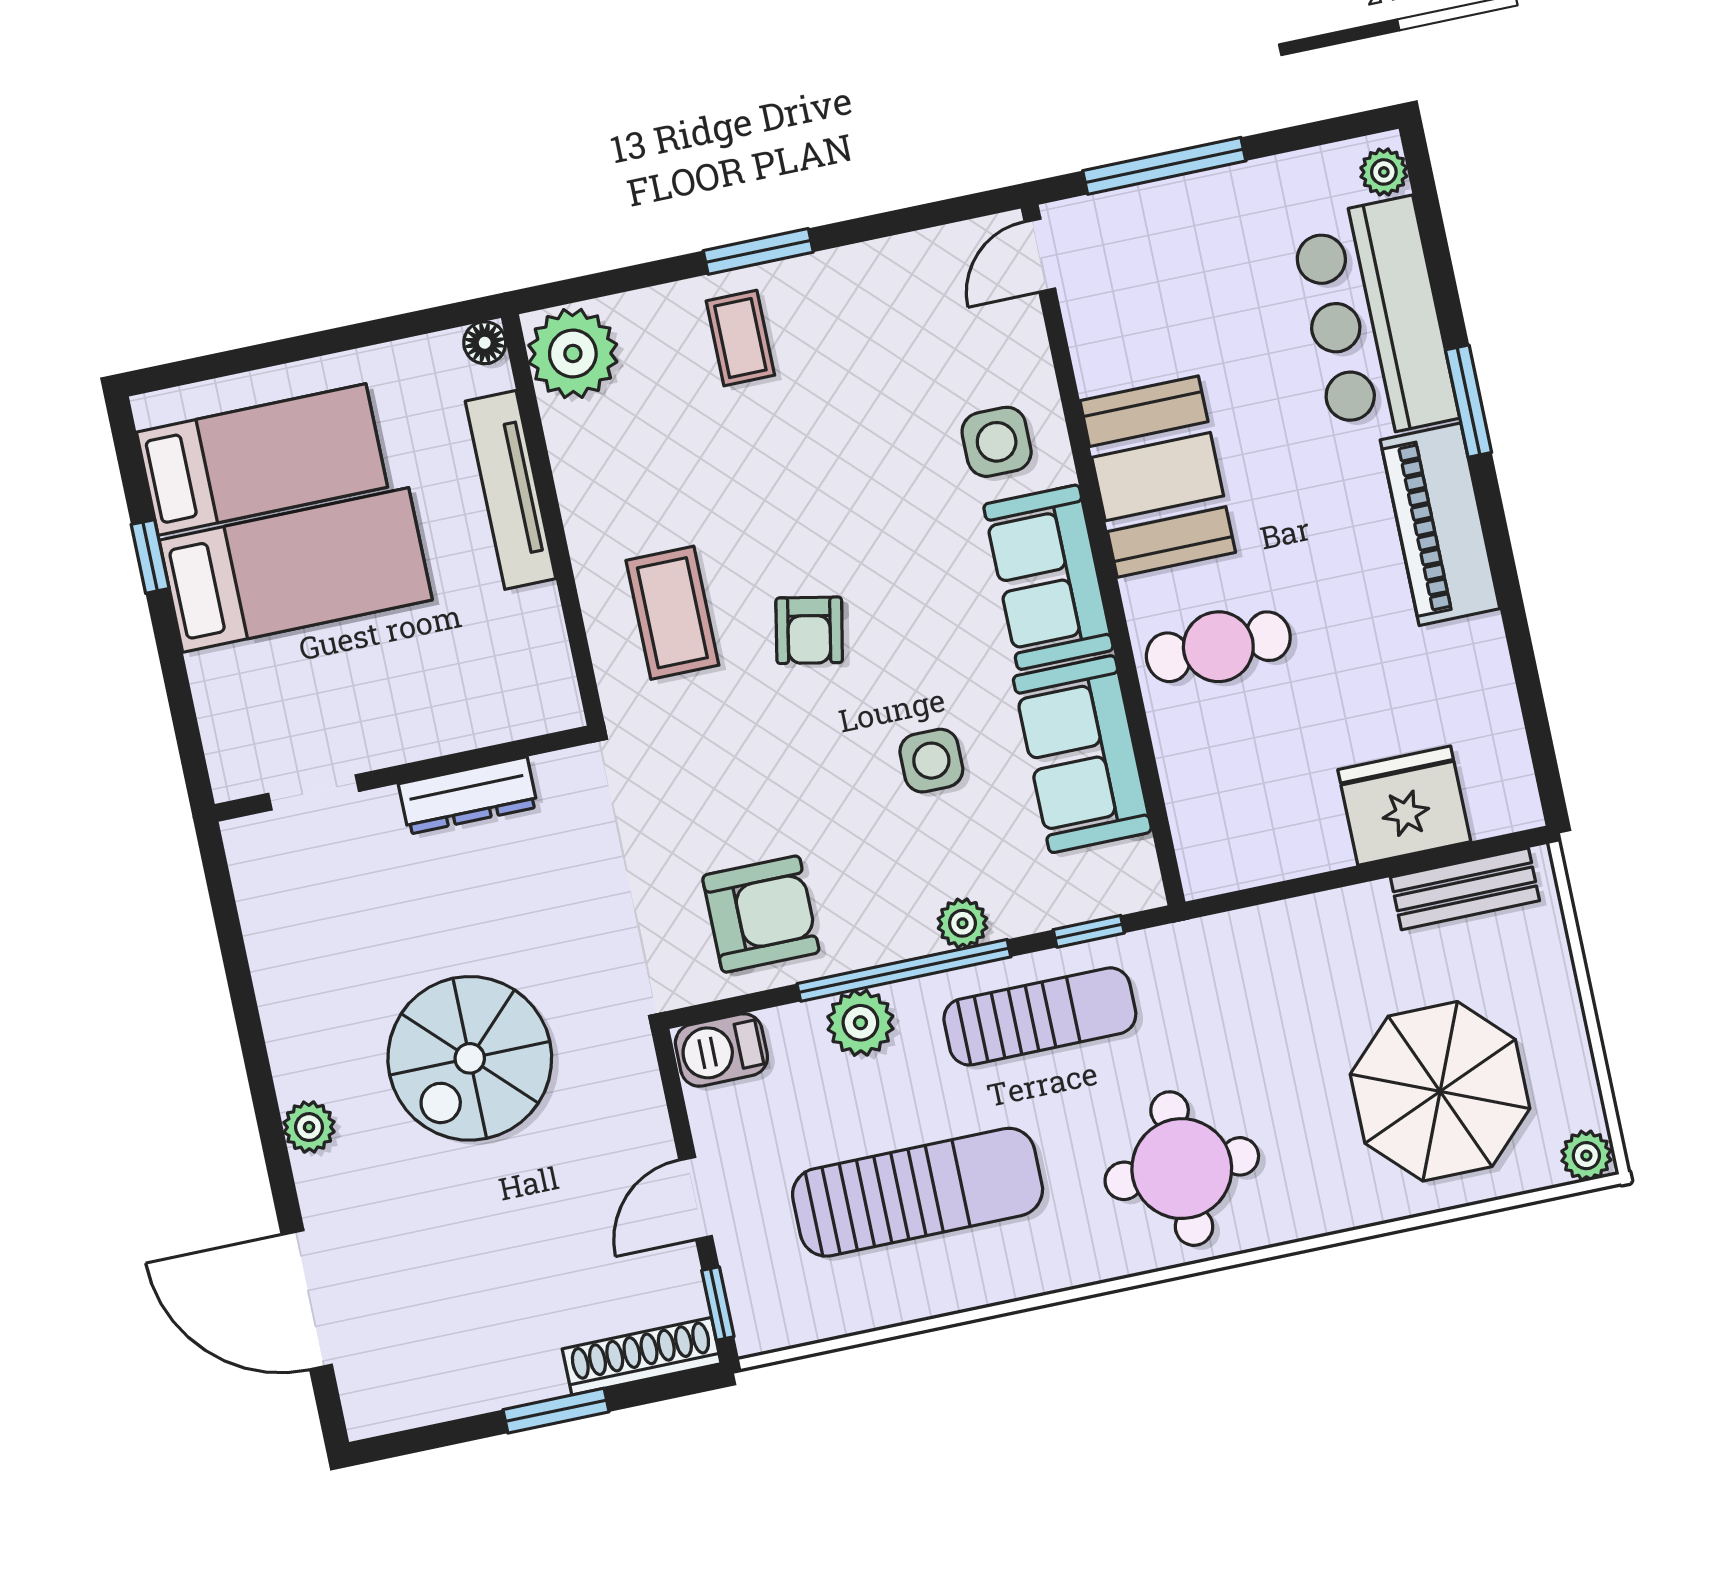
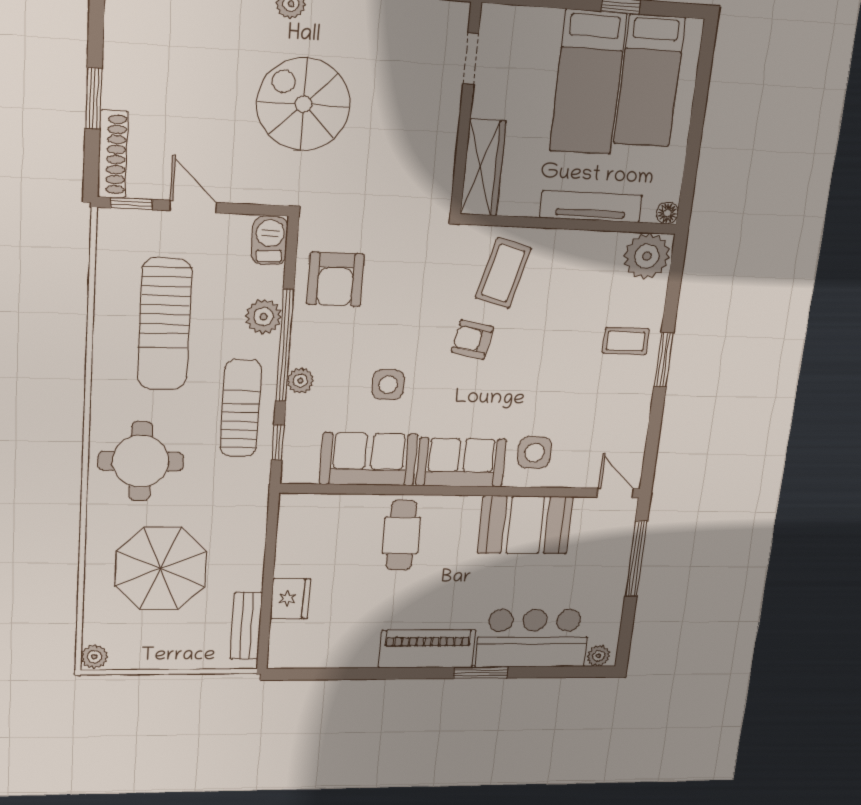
booth: (1158, 477) -> (525, 525), moved
coffee table: (672, 613) -> (503, 273), turned -75
wardrobe: (494, 710) -> (483, 168), added
dresser: (468, 795) -> (444, 142), removed
fridge: (1404, 806) -> (290, 599), width x0.73, depth x0.75
sun lounger: (1040, 1016) -> (241, 408), turned 180
parasol: (1440, 1091) -> (161, 568), moved

